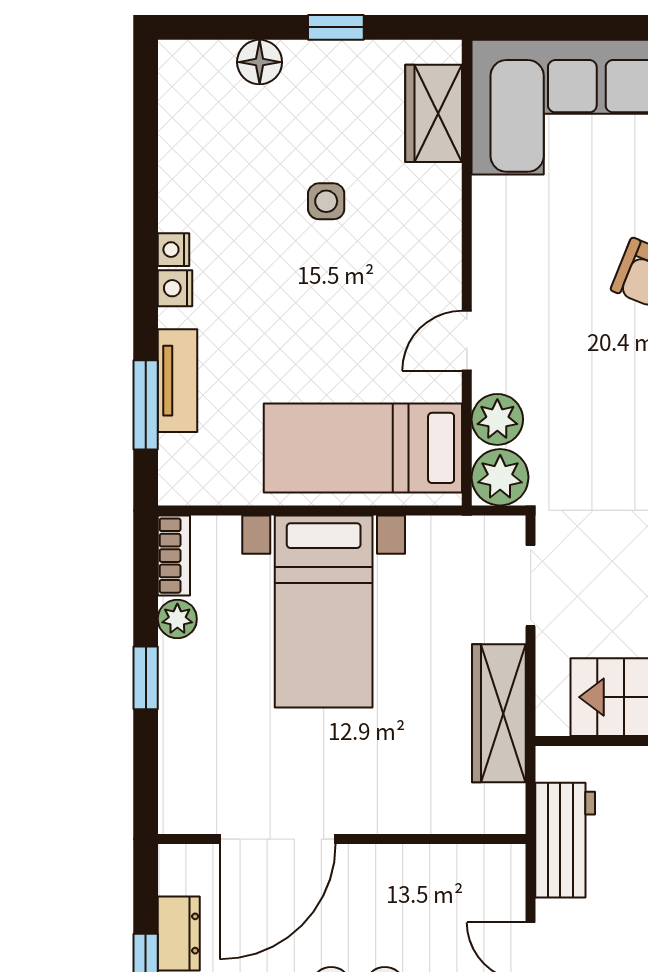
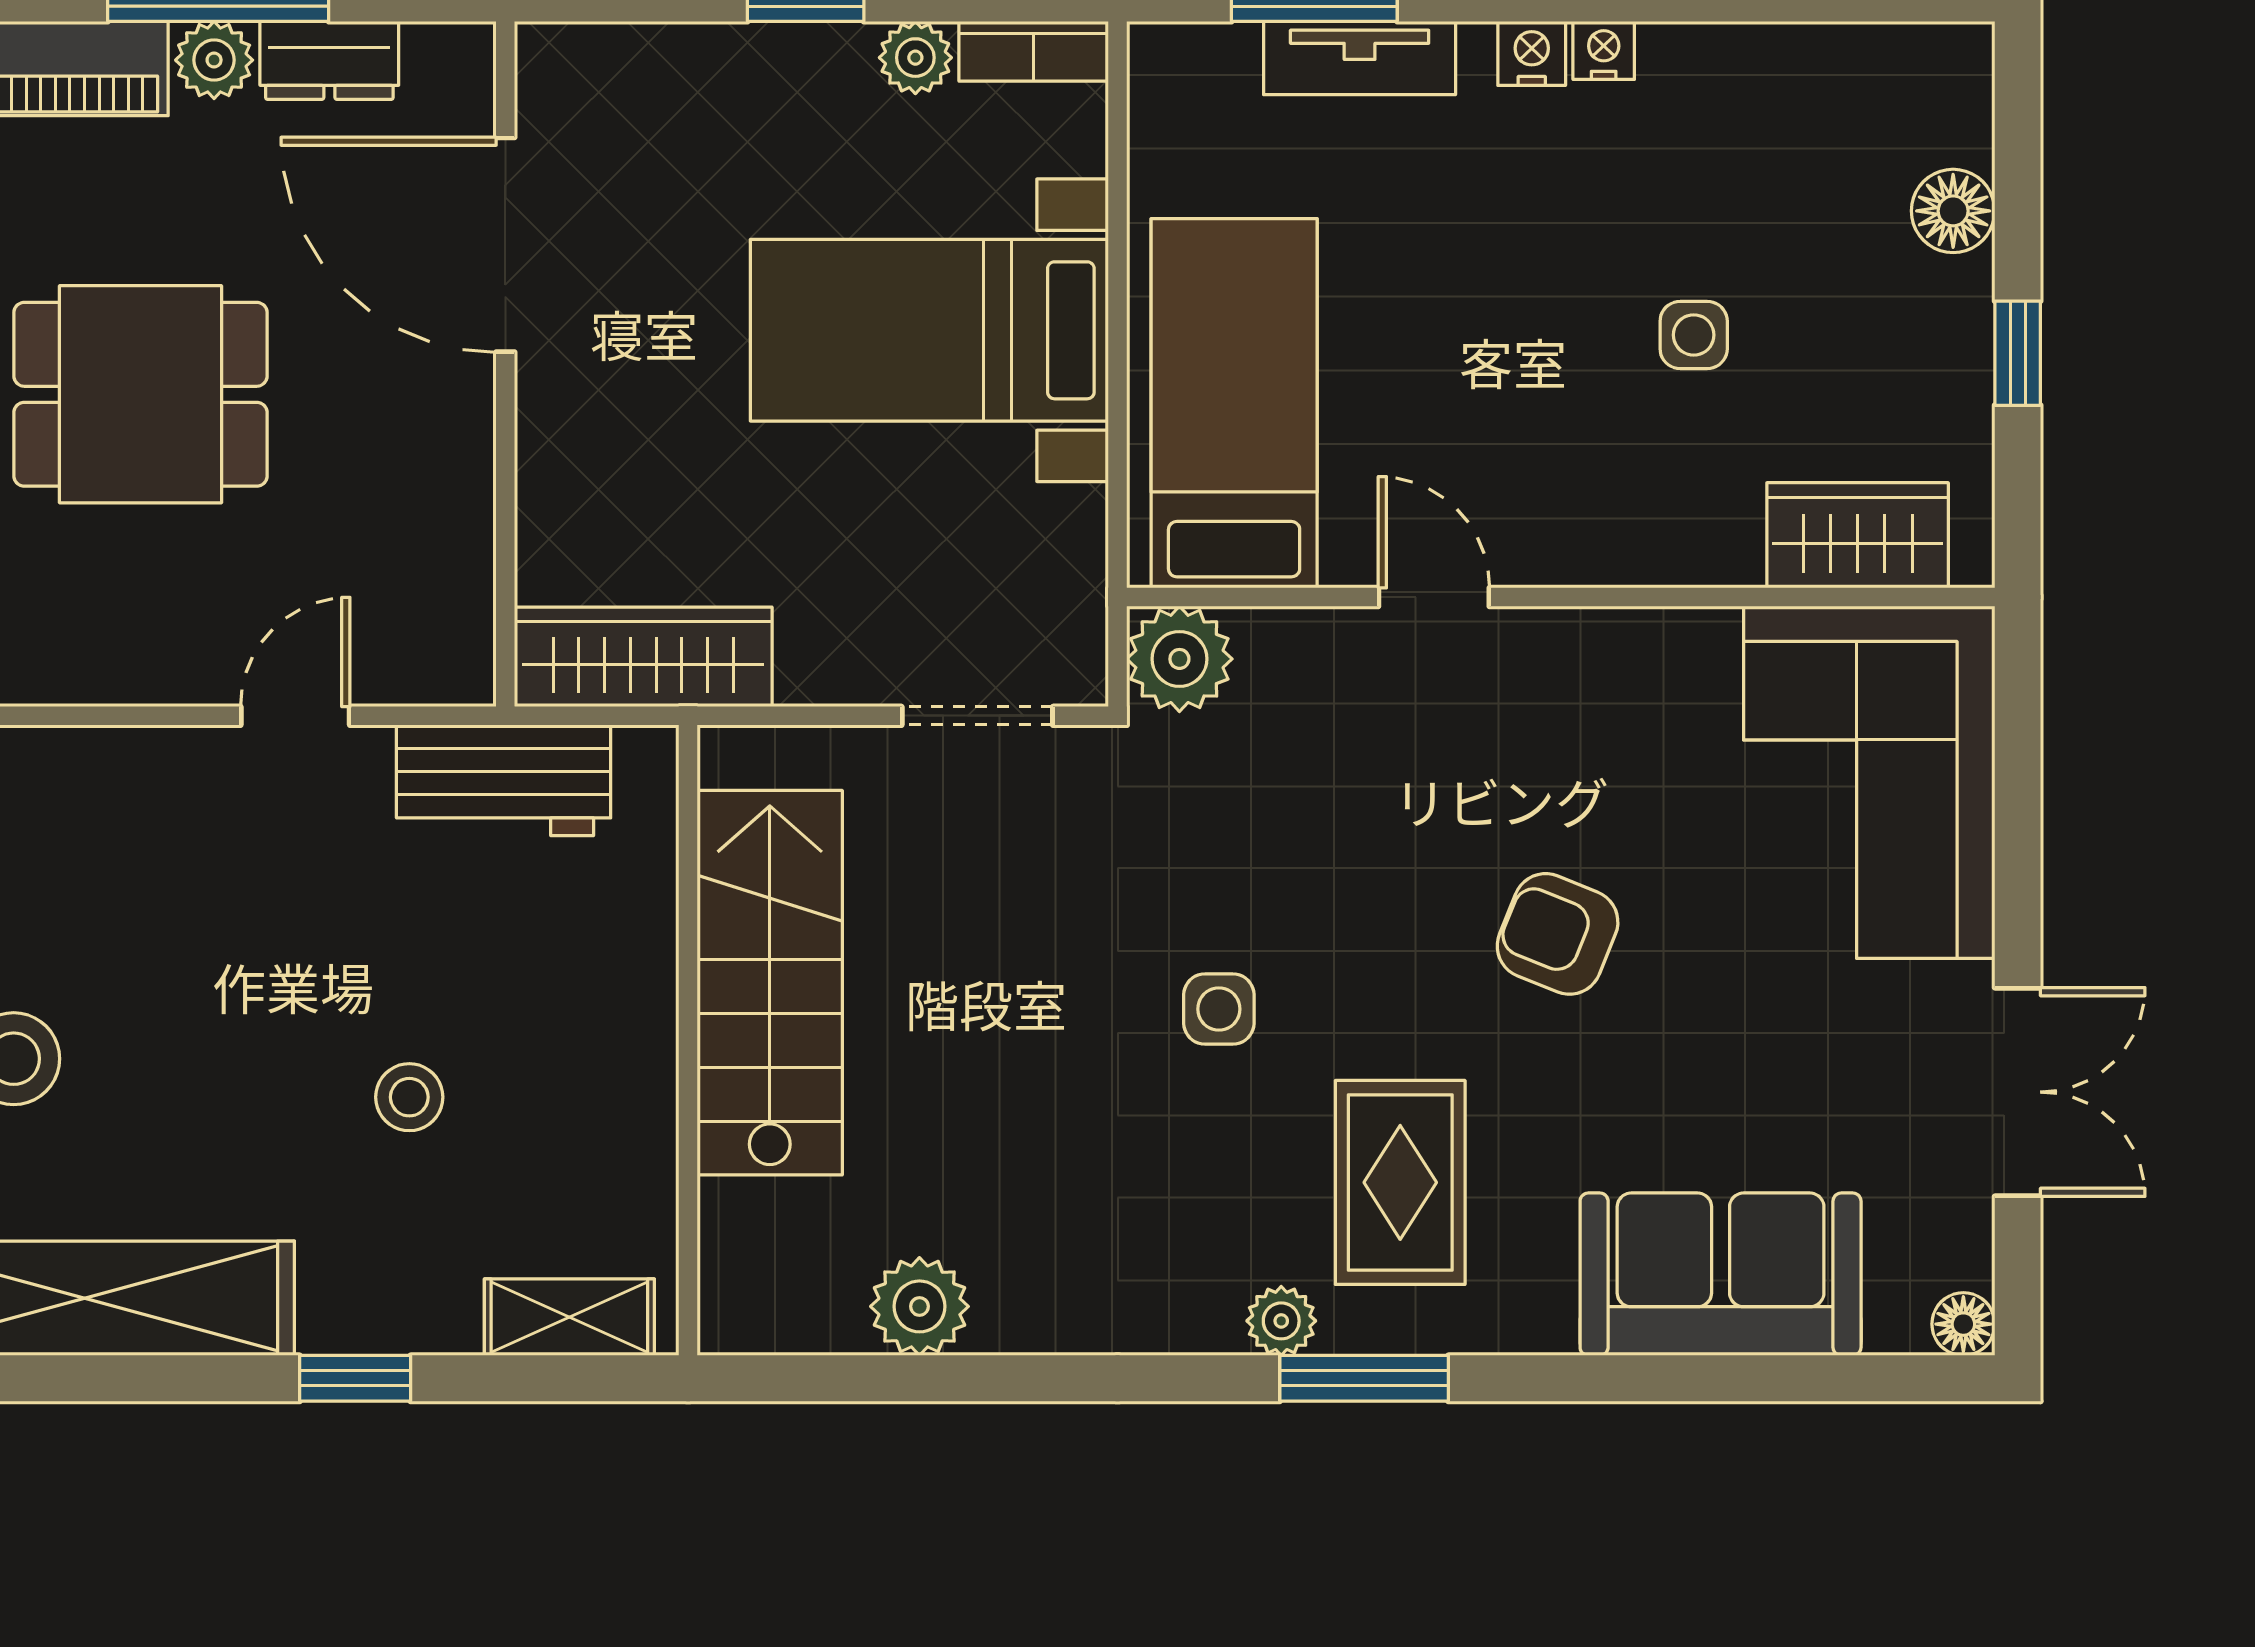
plant: (497, 419) -> (1287, 654), removed
wardrobe: (499, 713) -> (643, 657), moved

